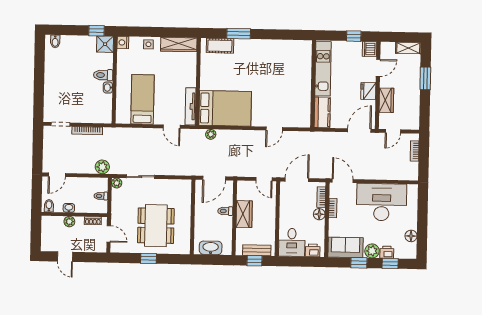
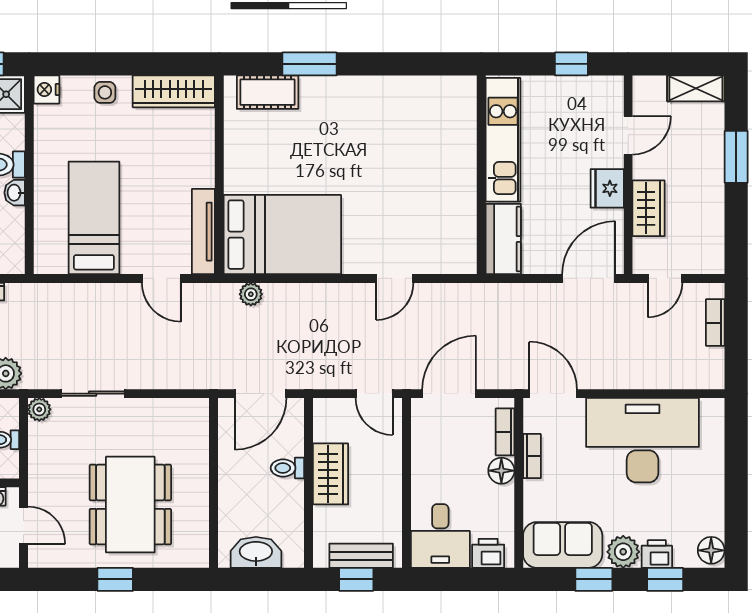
dishwasher: (369, 49) -> (608, 93), removed
floor lamp: (411, 236) -> (711, 550), moved

